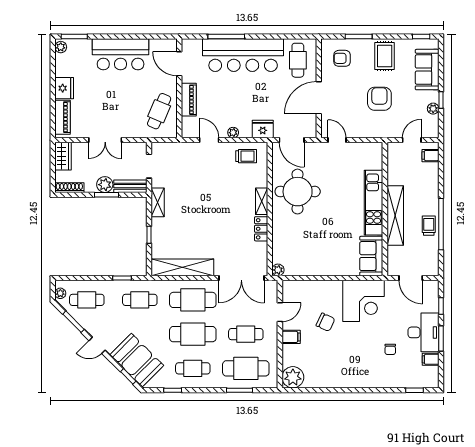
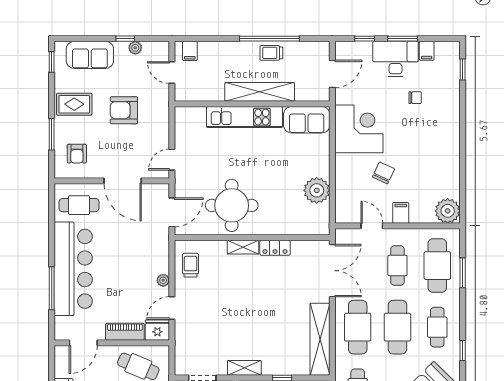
fridge: (263, 129) -> (157, 330), moved, turned 90
plant: (278, 270) -> (317, 190), moved, width x1.87, depth x1.87

